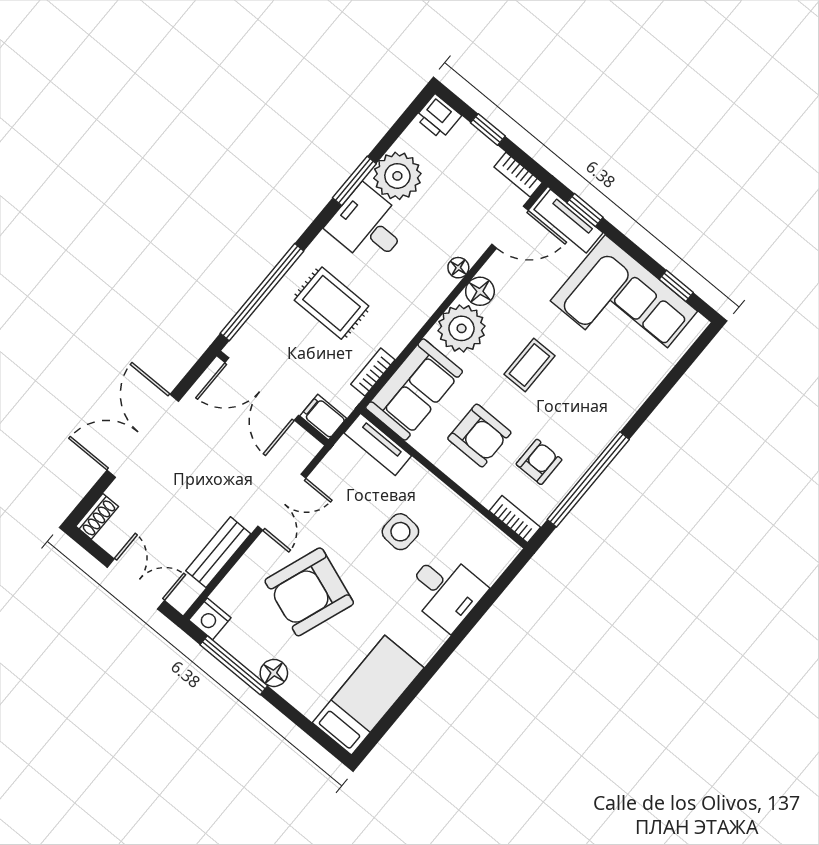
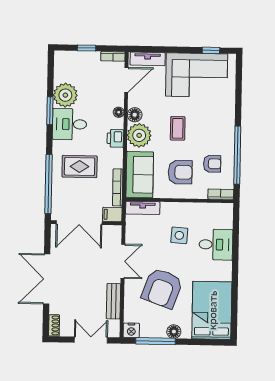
printer: (438, 117) -> (115, 138), moved, turned 90
window: (585, 210) -> (151, 49), removed
bookcase: (373, 372) -> (118, 187), width x1.56
armchair: (539, 462) -> (212, 164), turned 90
bed: (368, 695) -> (212, 310), width x1.50

